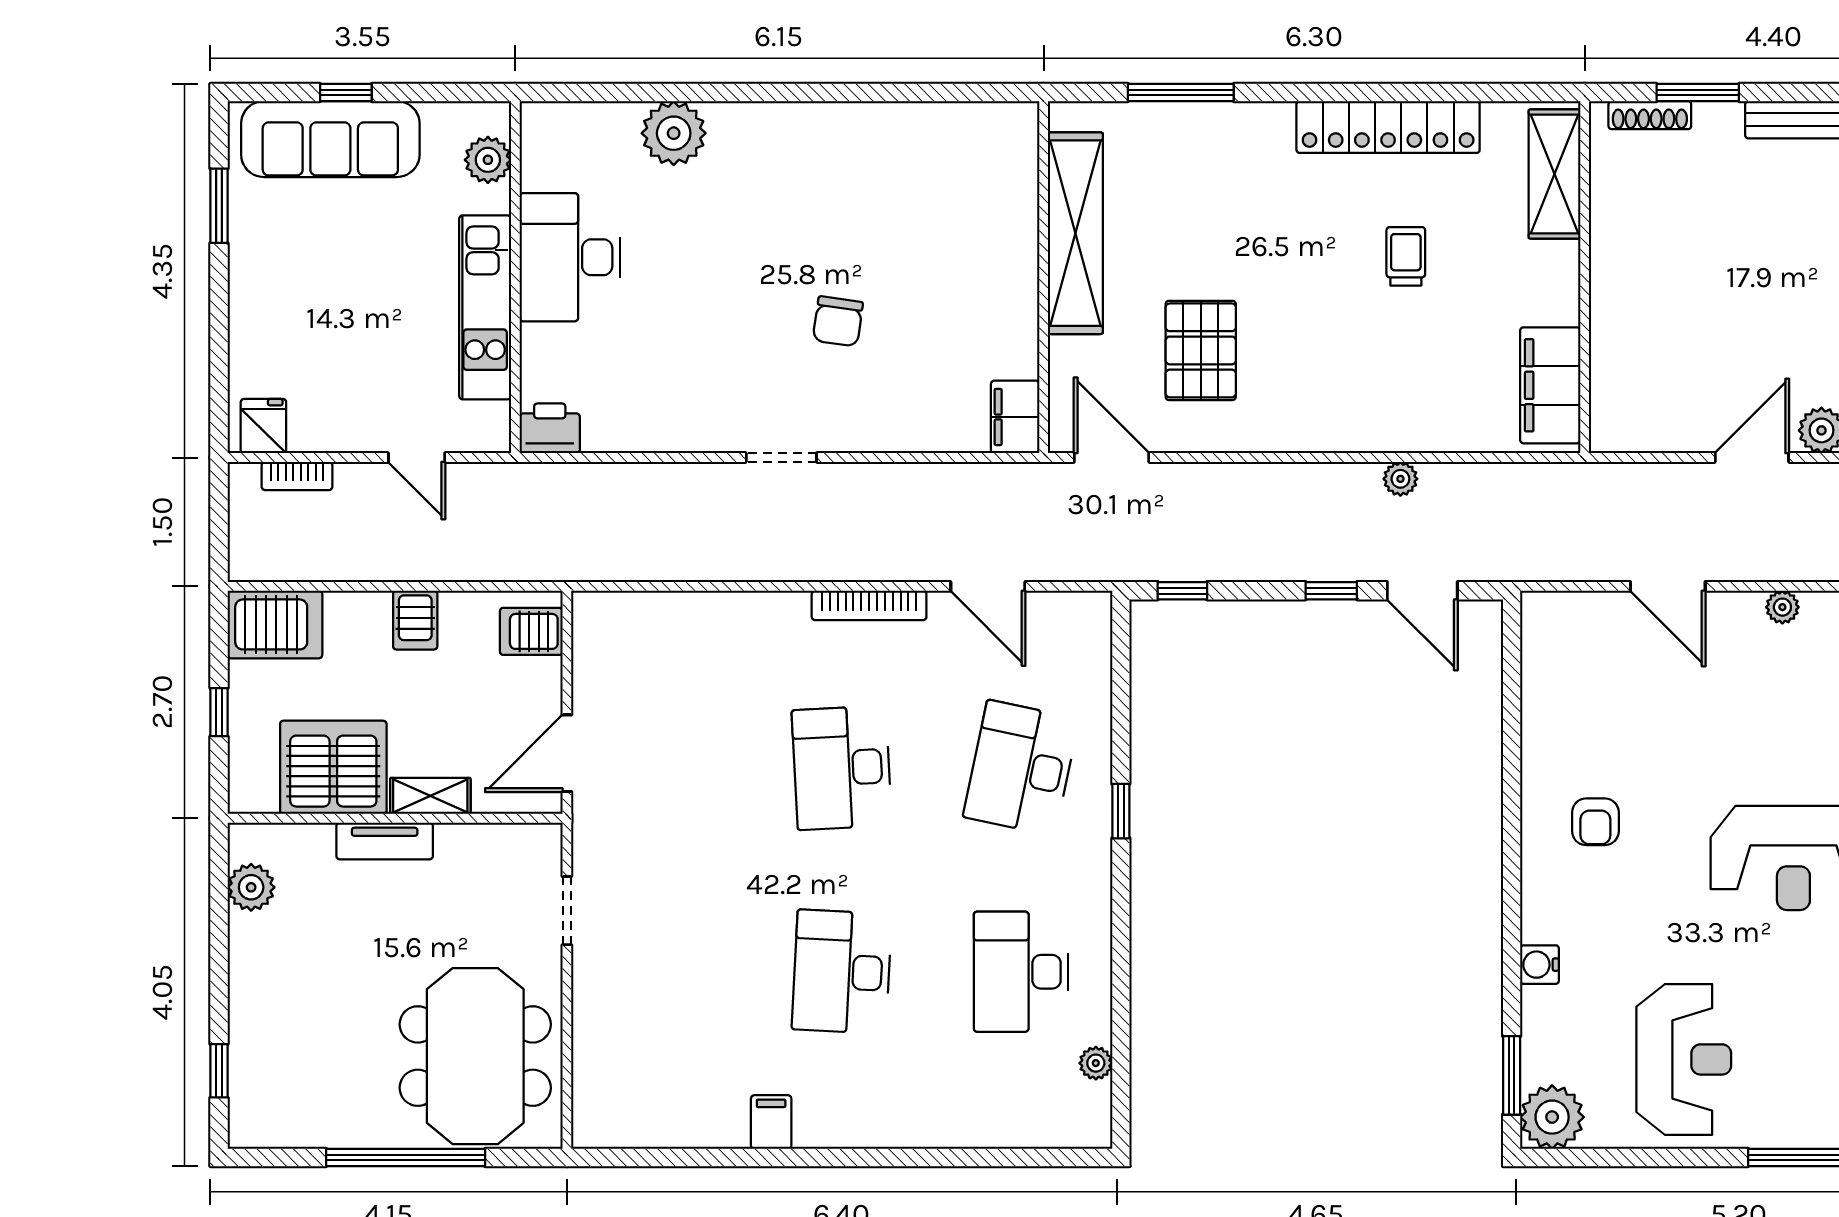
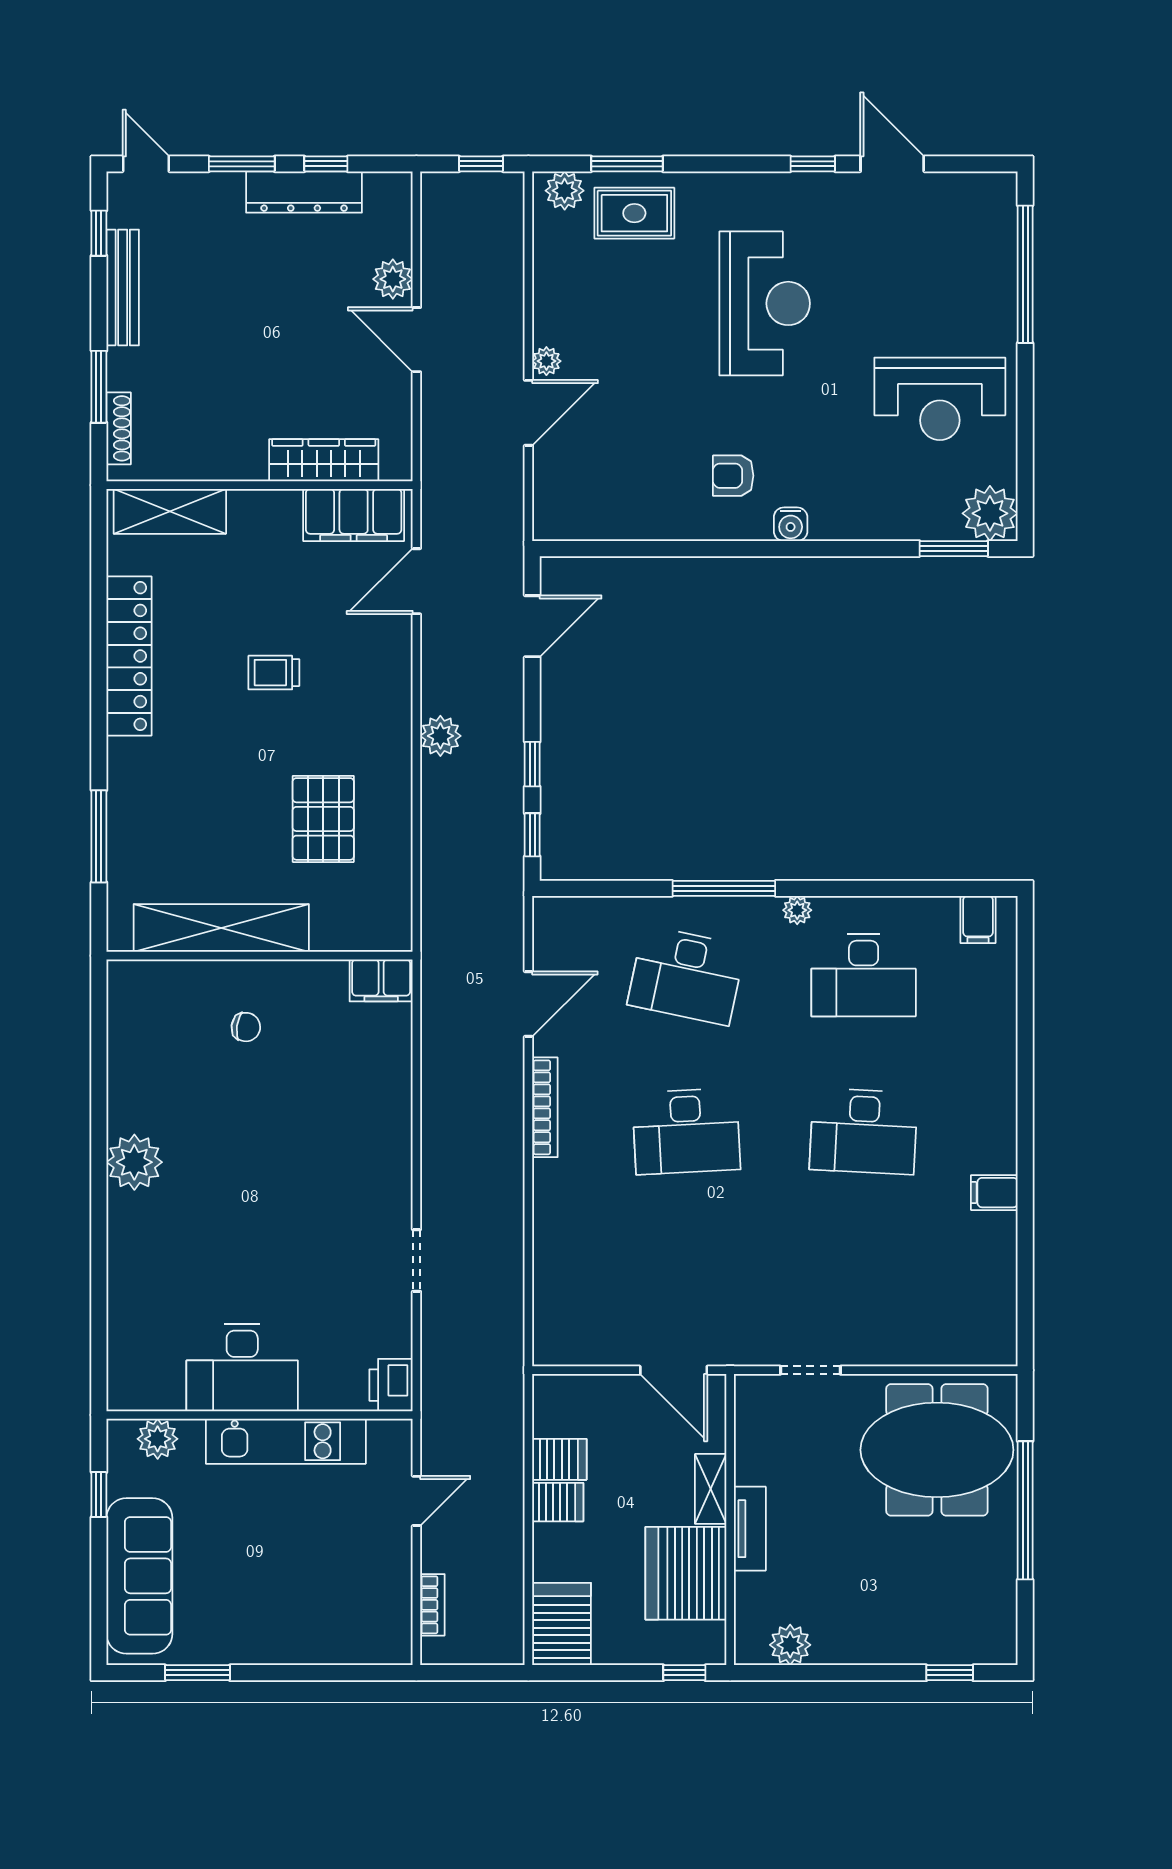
window: (346, 93) -> (99, 1495), moved
plant: (674, 133) -> (134, 1162), moved
trolley: (1406, 256) -> (274, 673), moved
chair: (838, 321) -> (246, 1027), moved, width x0.73, depth x0.73
pallet: (1201, 350) -> (323, 819), turned 90
wardrobe: (1613, 351) -> (324, 460), added
fridge: (263, 426) -> (389, 1634), removed
doorway: (781, 458) -> (416, 1261), moved
door: (1112, 458) -> (416, 581), moved
plant: (1400, 479) -> (440, 736), moved, width x1.38, depth x1.38
window: (1331, 591) -> (532, 764), moved
plant: (1782, 607) -> (546, 361), moved
server rack: (531, 631) -> (559, 1459), moved, turned -90
window: (219, 712) -> (684, 1673), moved
window: (1121, 811) -> (724, 888), width x2.17
armchair: (1595, 822) -> (733, 476), turned 180
water cooler: (1540, 965) -> (791, 524), moved
reception desk: (1684, 1059) -> (940, 399), turned 180
plant: (1096, 1063) -> (797, 910), moved
filing cabinet: (1085, 1103) -> (978, 919), added

